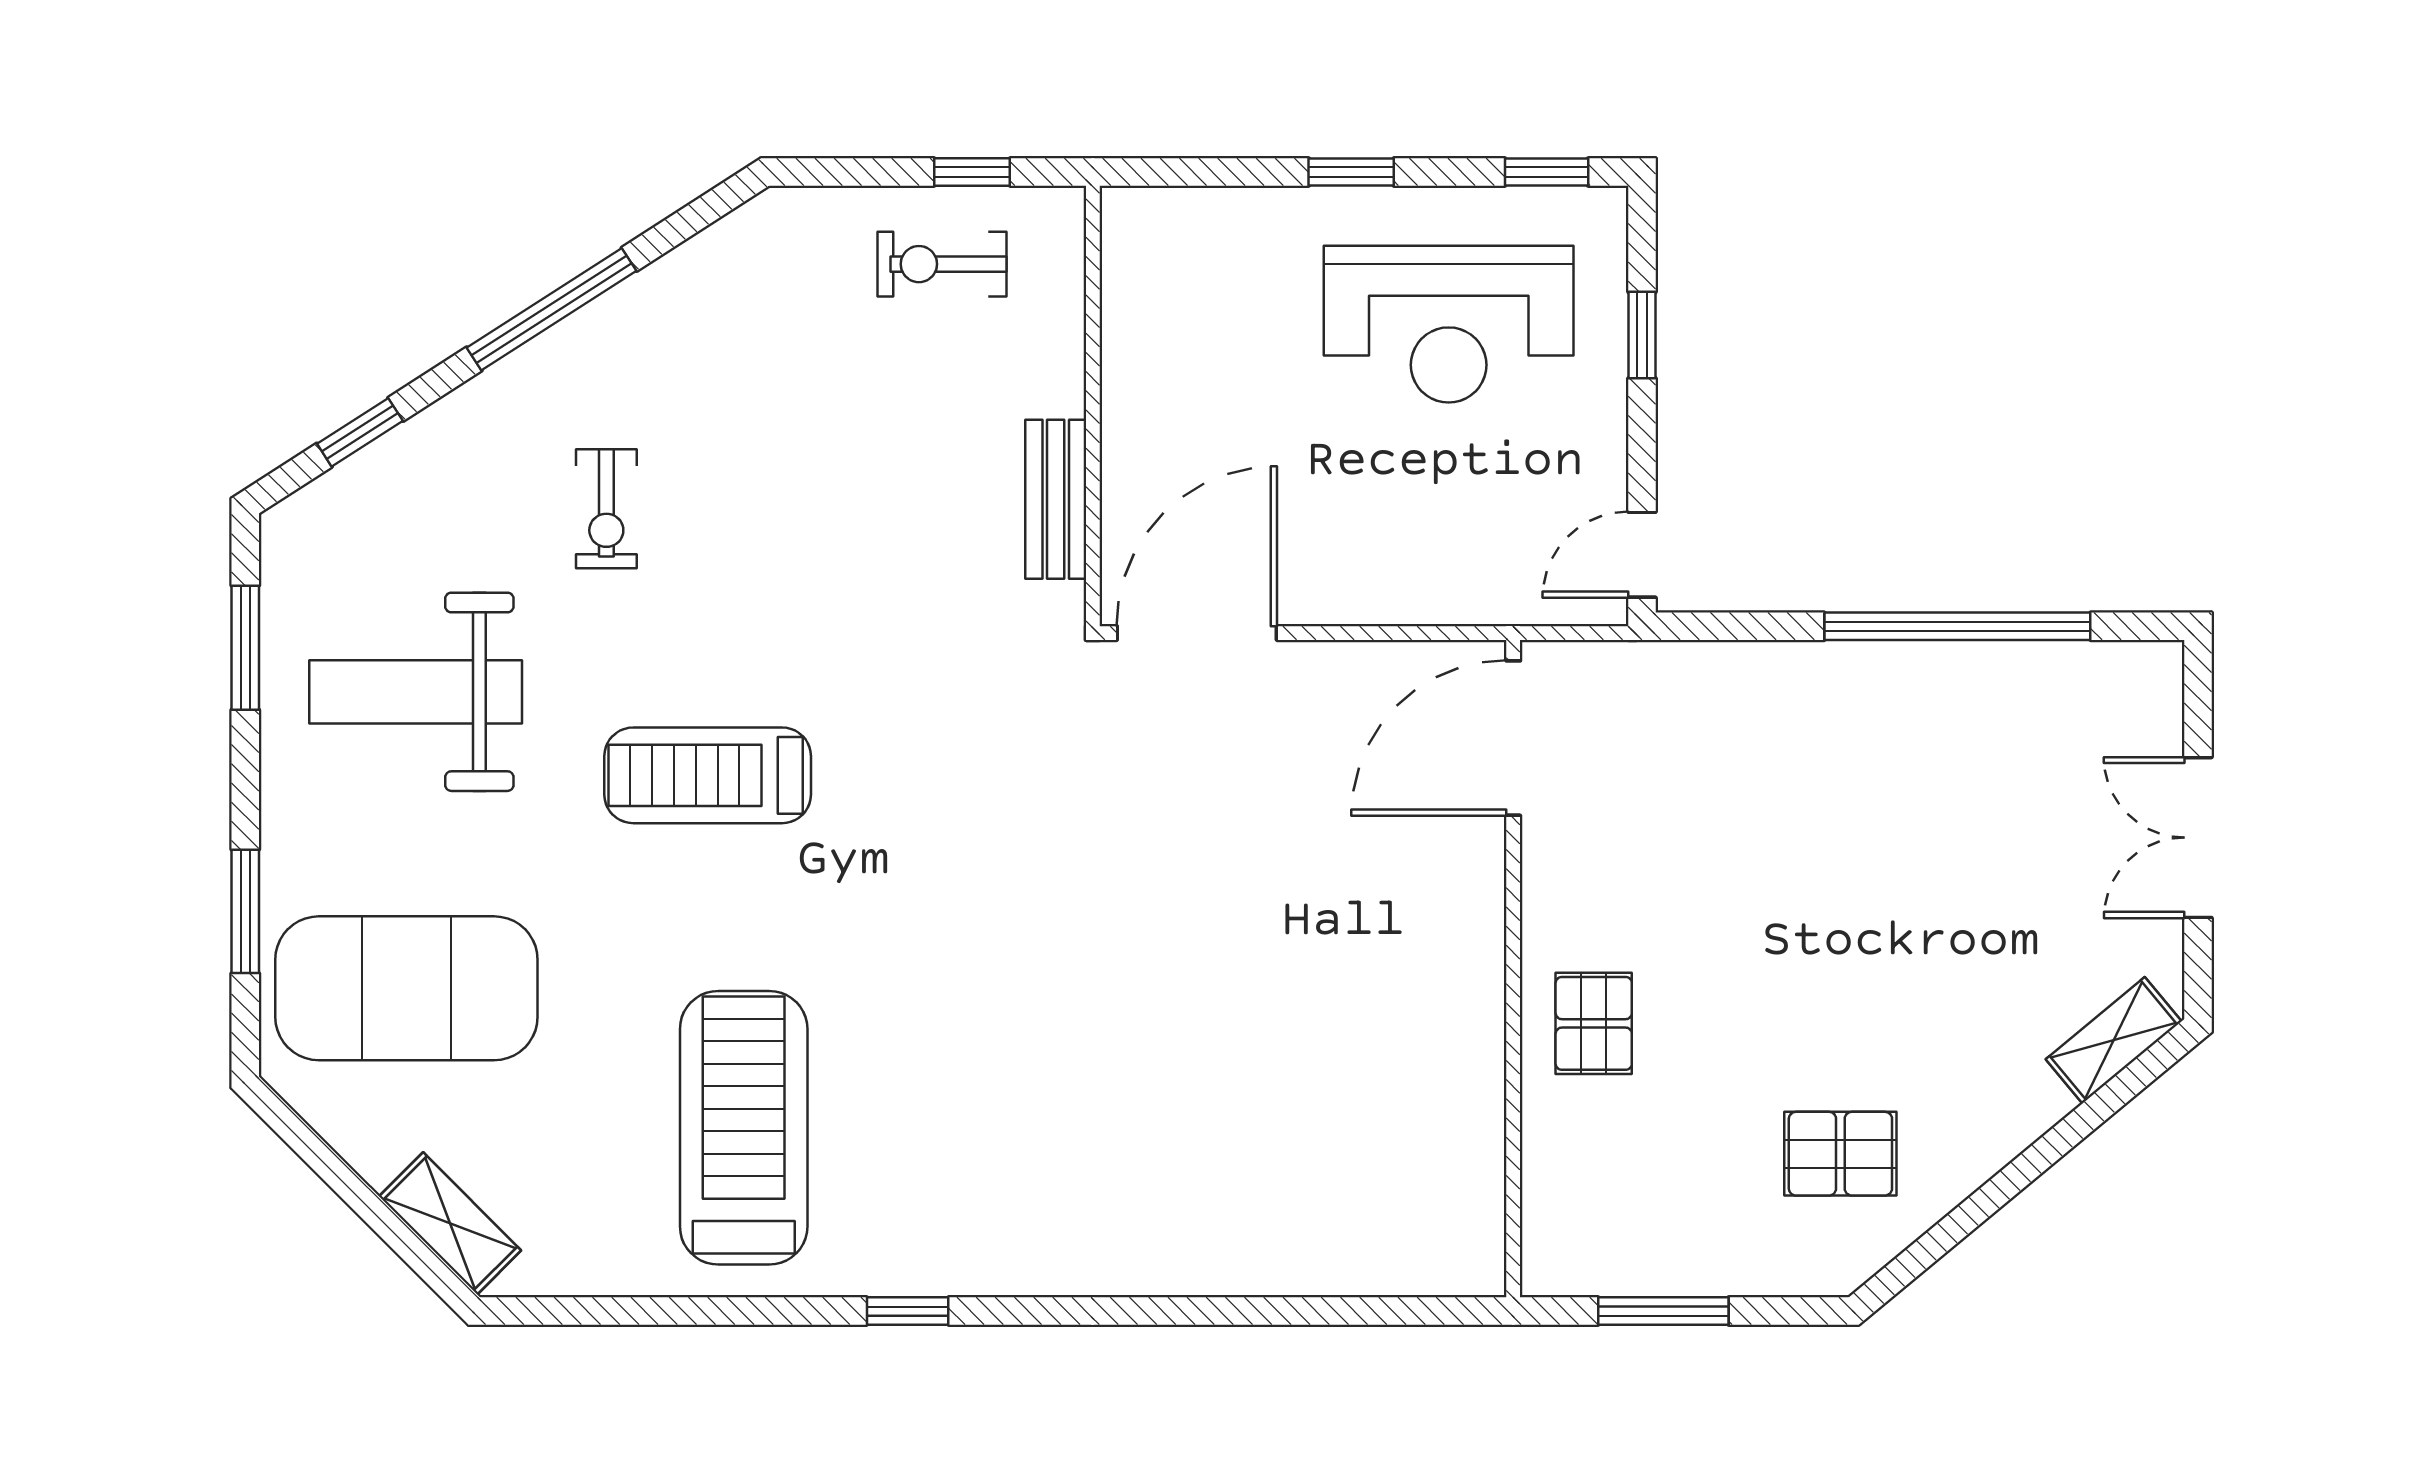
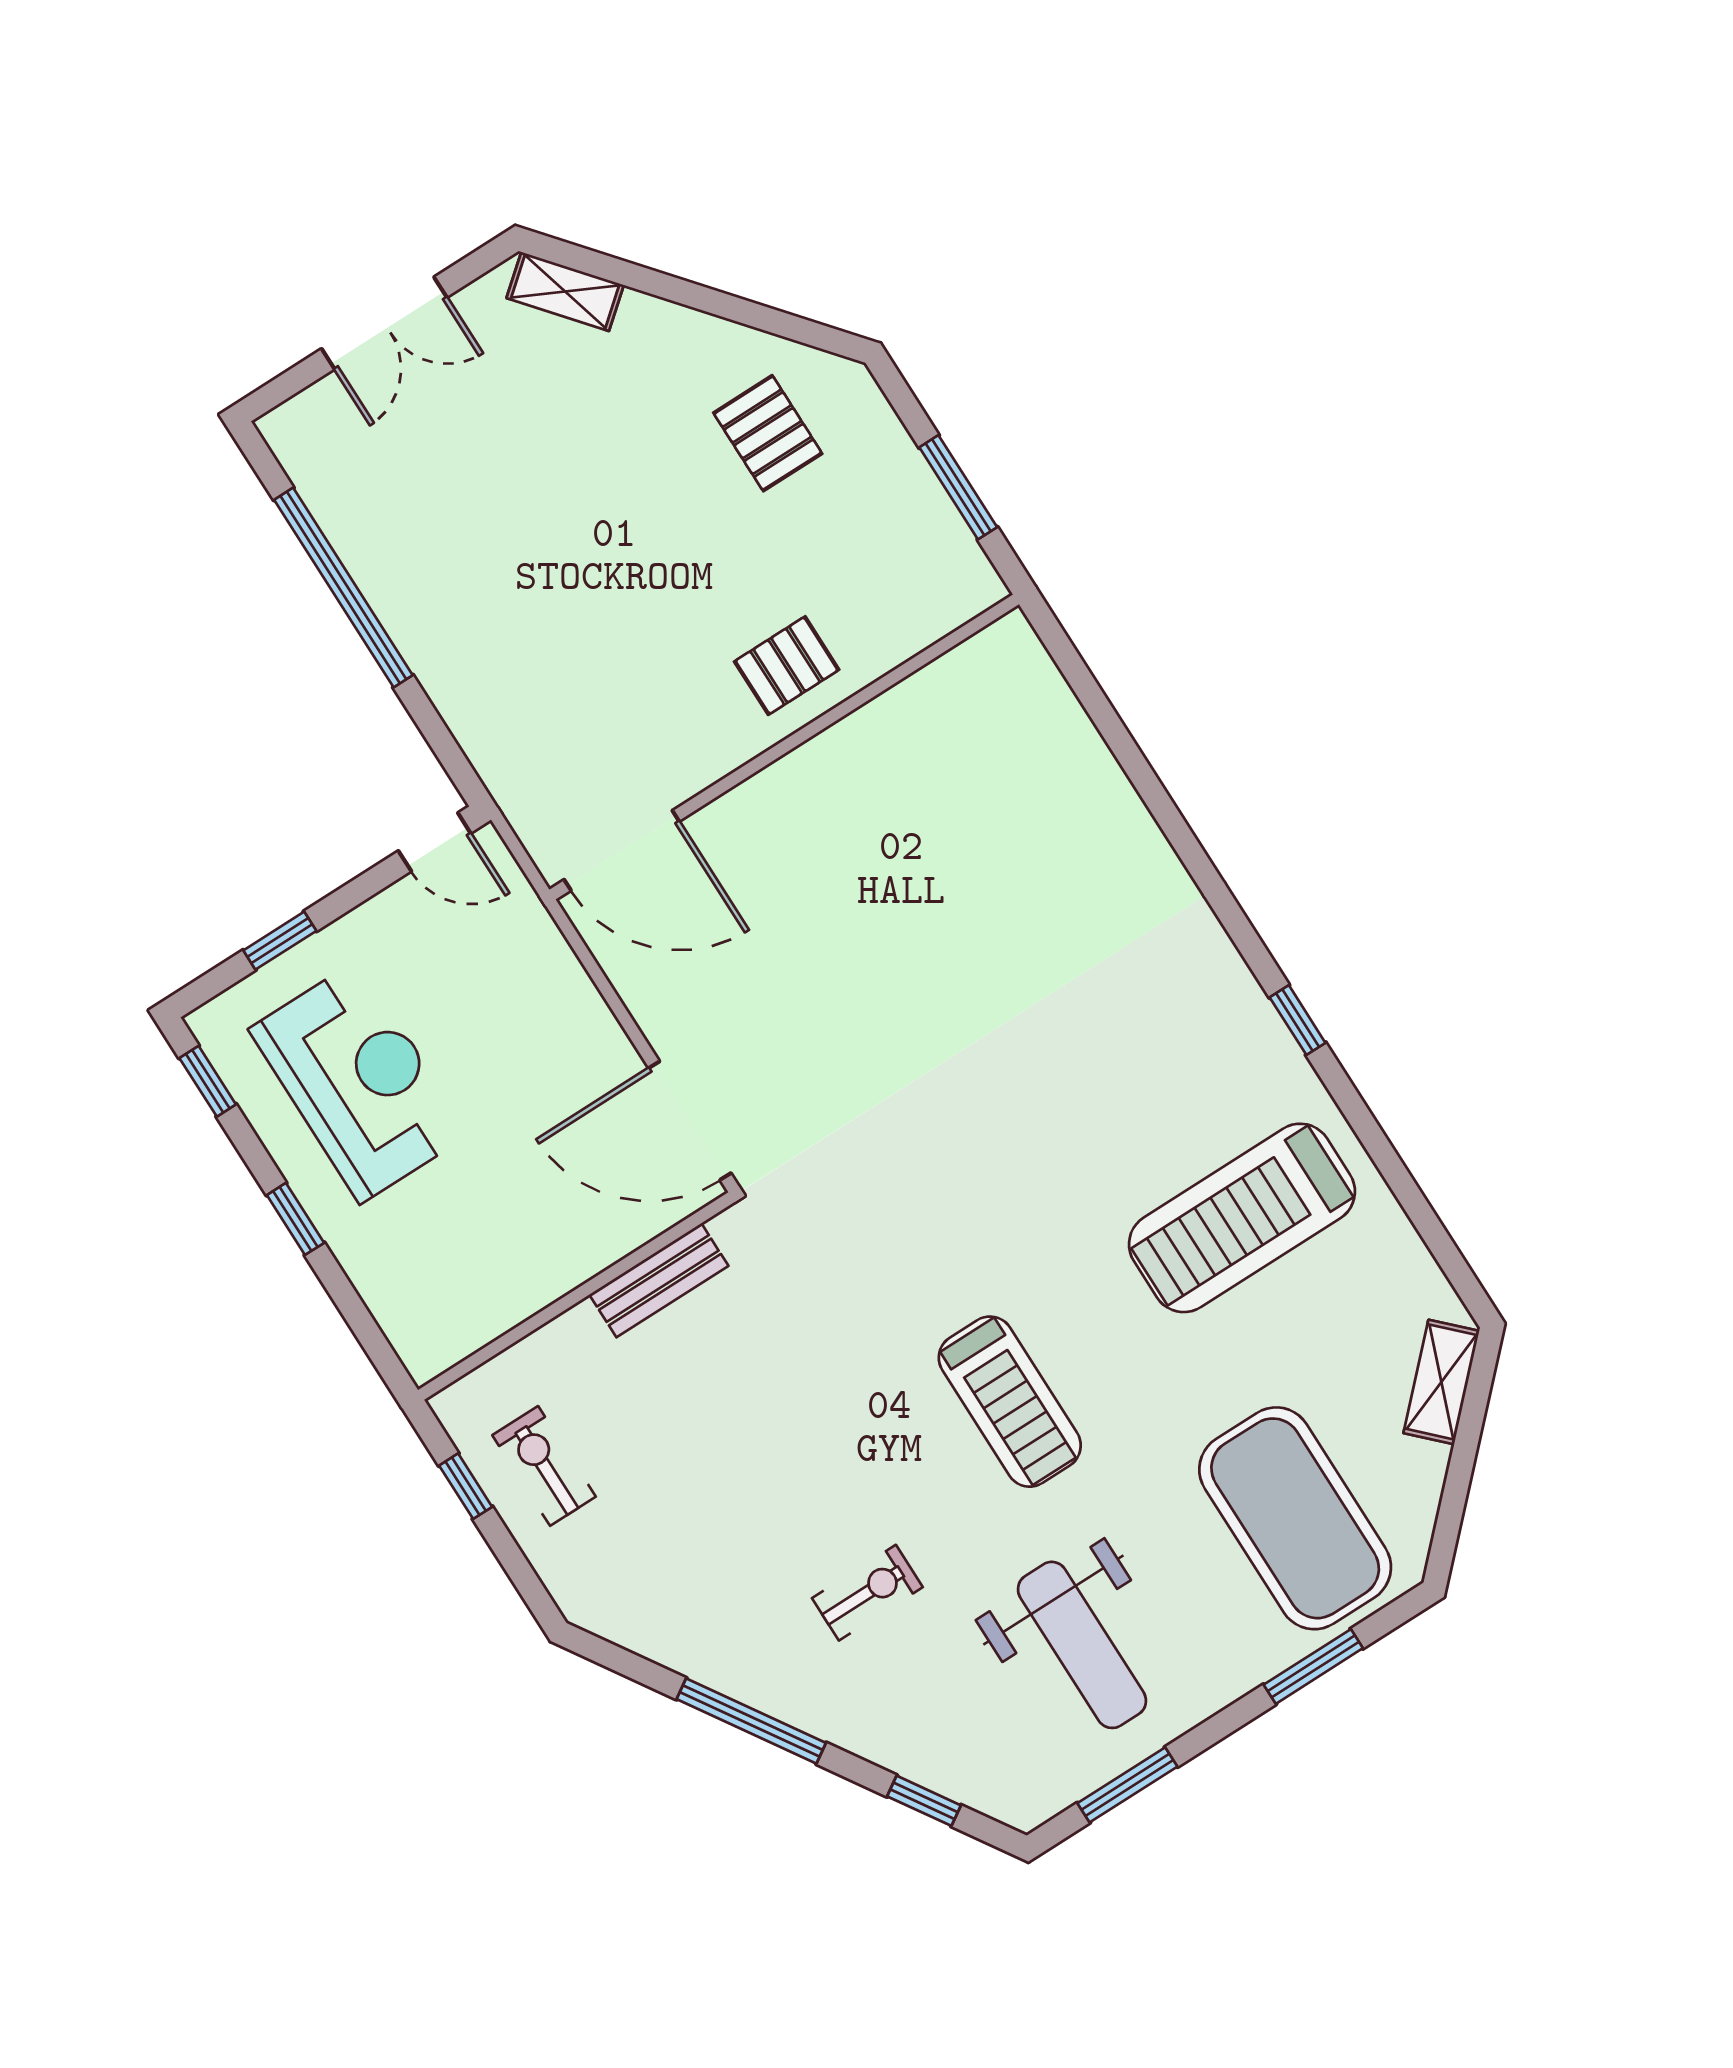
exercise bike: (942, 264) -> (544, 1466), turned 180

